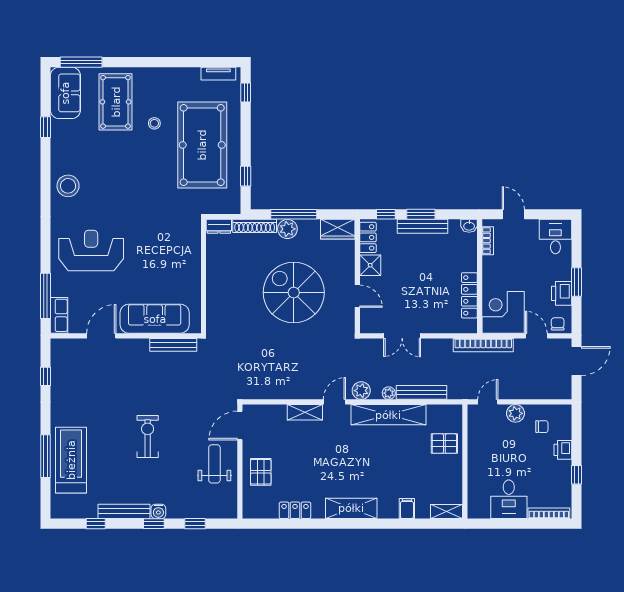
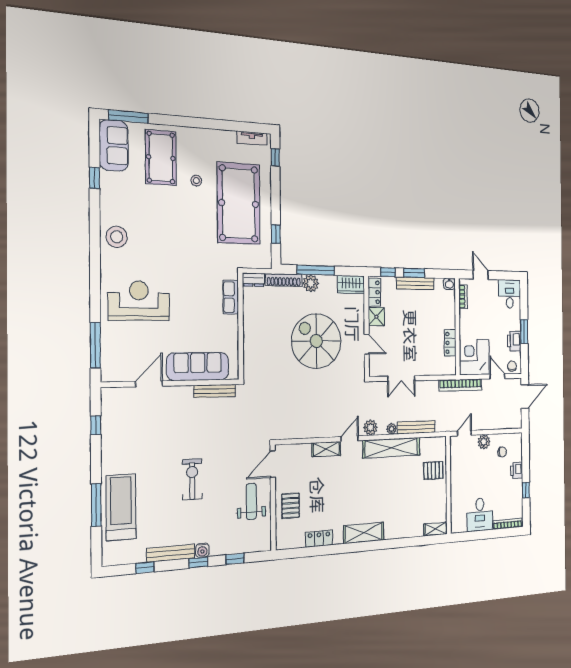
locker: (469, 295) -> (450, 343), width x0.66
row of seats: (59, 315) -> (231, 297), moved, turned 180
filing cabinet: (407, 509) -> (406, 529), removed

